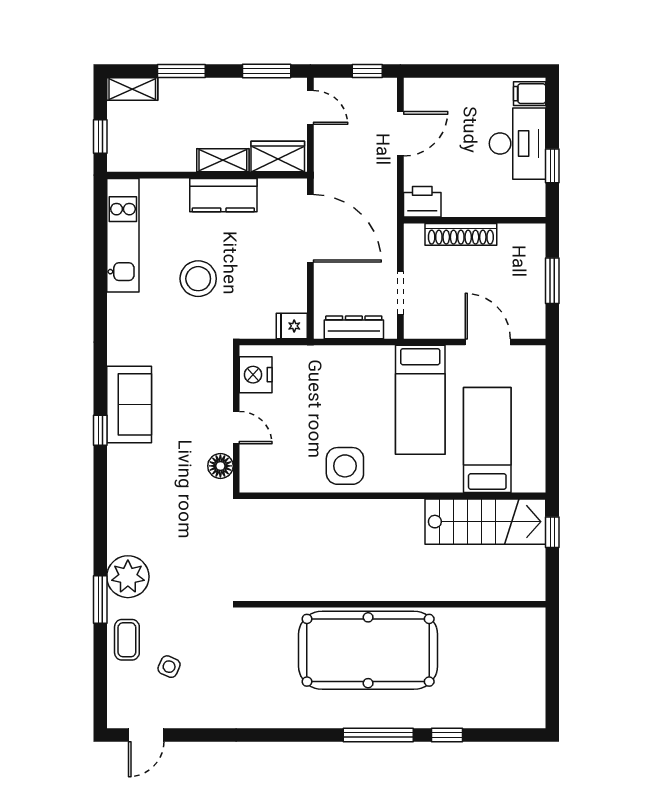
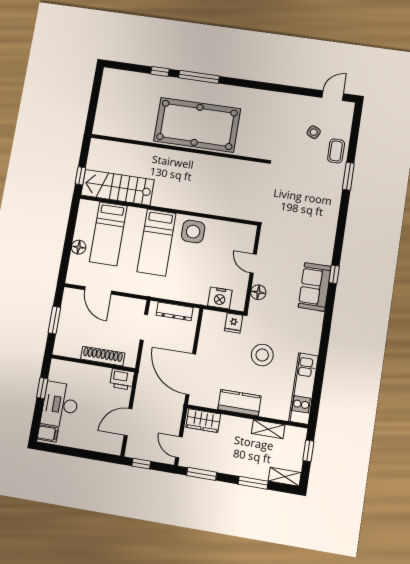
shelving: (223, 160) -> (268, 429), moved
fridge: (292, 326) -> (234, 323), moved, turned 90
nightstand: (256, 375) -> (220, 298), moved, turned 90
bed: (420, 400) -> (157, 242), moved, turned 180
floor lamp: (533, 410) -> (79, 247), added
floor lamp: (220, 466) -> (258, 292), moved
plant: (128, 577) -> (330, 187), removed

